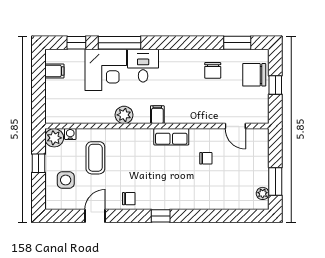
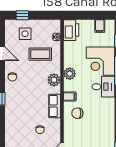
chair: (213, 70) -> (77, 113), moved
printer: (60, 113) -> (71, 30), added
plant: (54, 138) -> (54, 80), moved
window: (39, 163) -> (22, 15), moved

